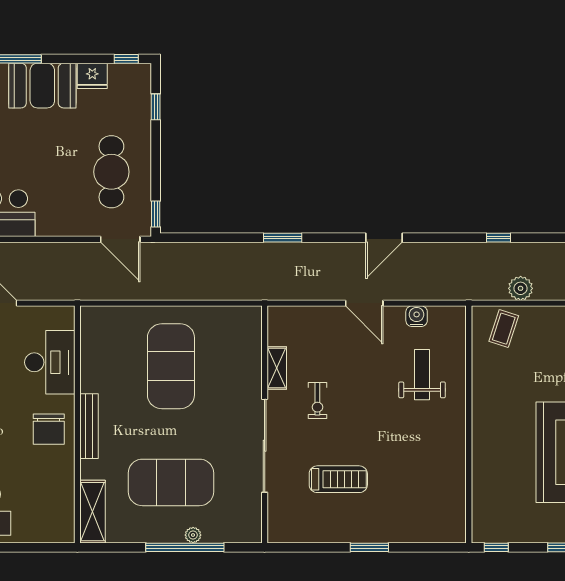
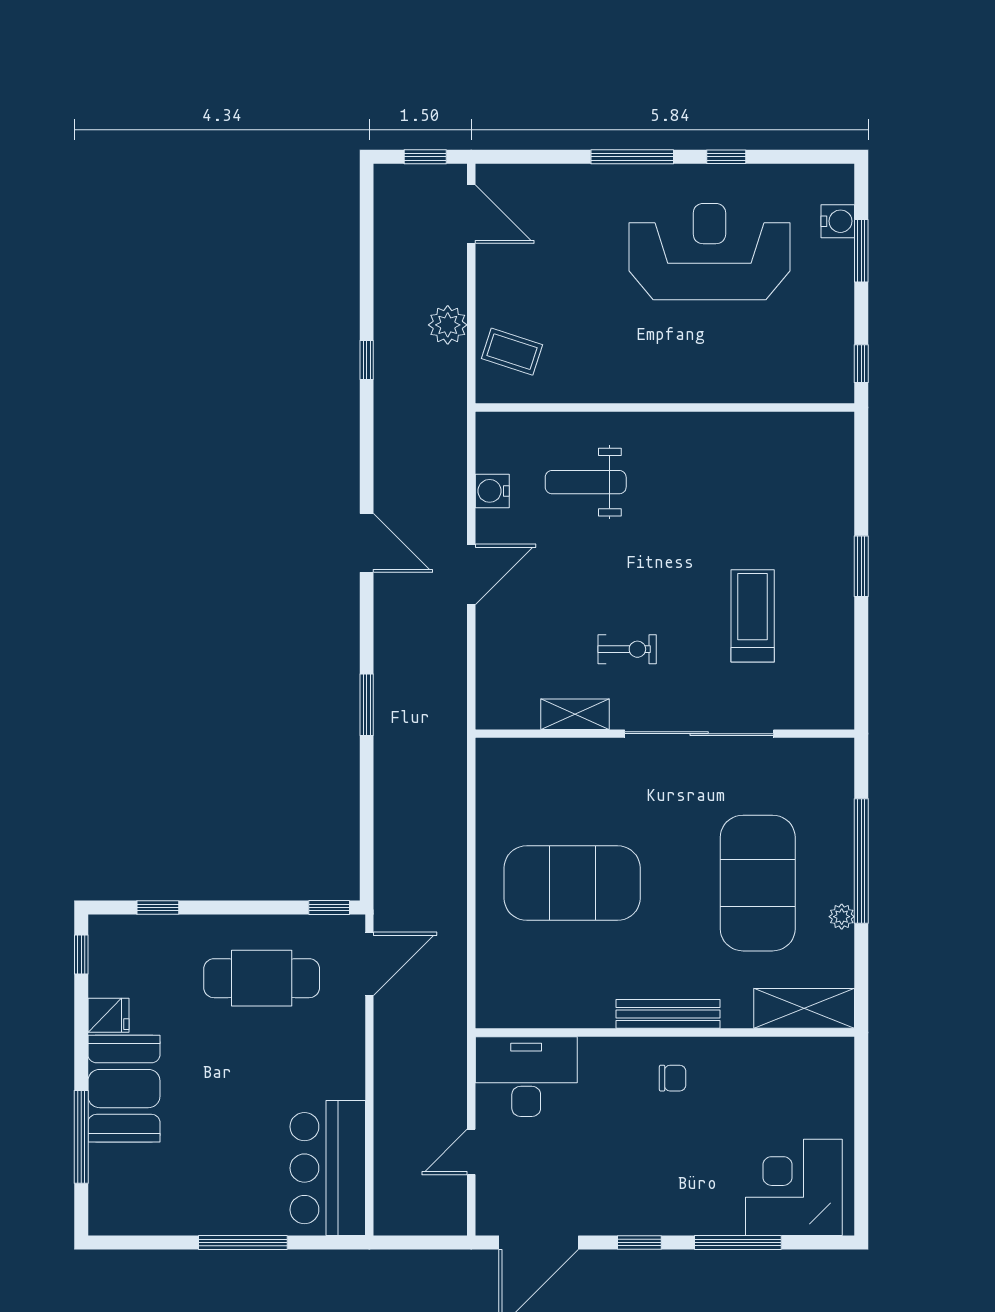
fridge: (92, 76) -> (108, 1015), width x0.72
desk: (50, 362) -> (526, 1077), moved
chair: (49, 429) -> (673, 1078), width x0.54, depth x0.54
plant: (193, 535) -> (842, 917), moved

